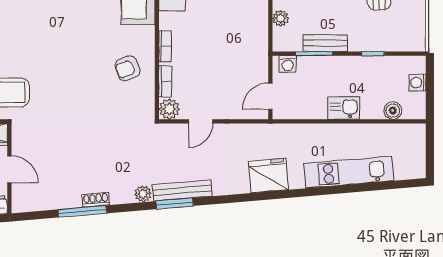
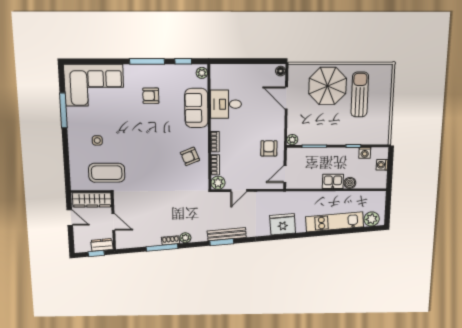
plant: (281, 18) -> (292, 140), moved
bench: (325, 43) -> (322, 139), removed
armchair: (246, 57) -> (269, 148), added
washing machine: (288, 64) -> (365, 153), moved
boiler: (393, 111) -> (350, 183), moved
plant: (406, 168) -> (372, 219), added
plant: (143, 194) -> (185, 238), moved

